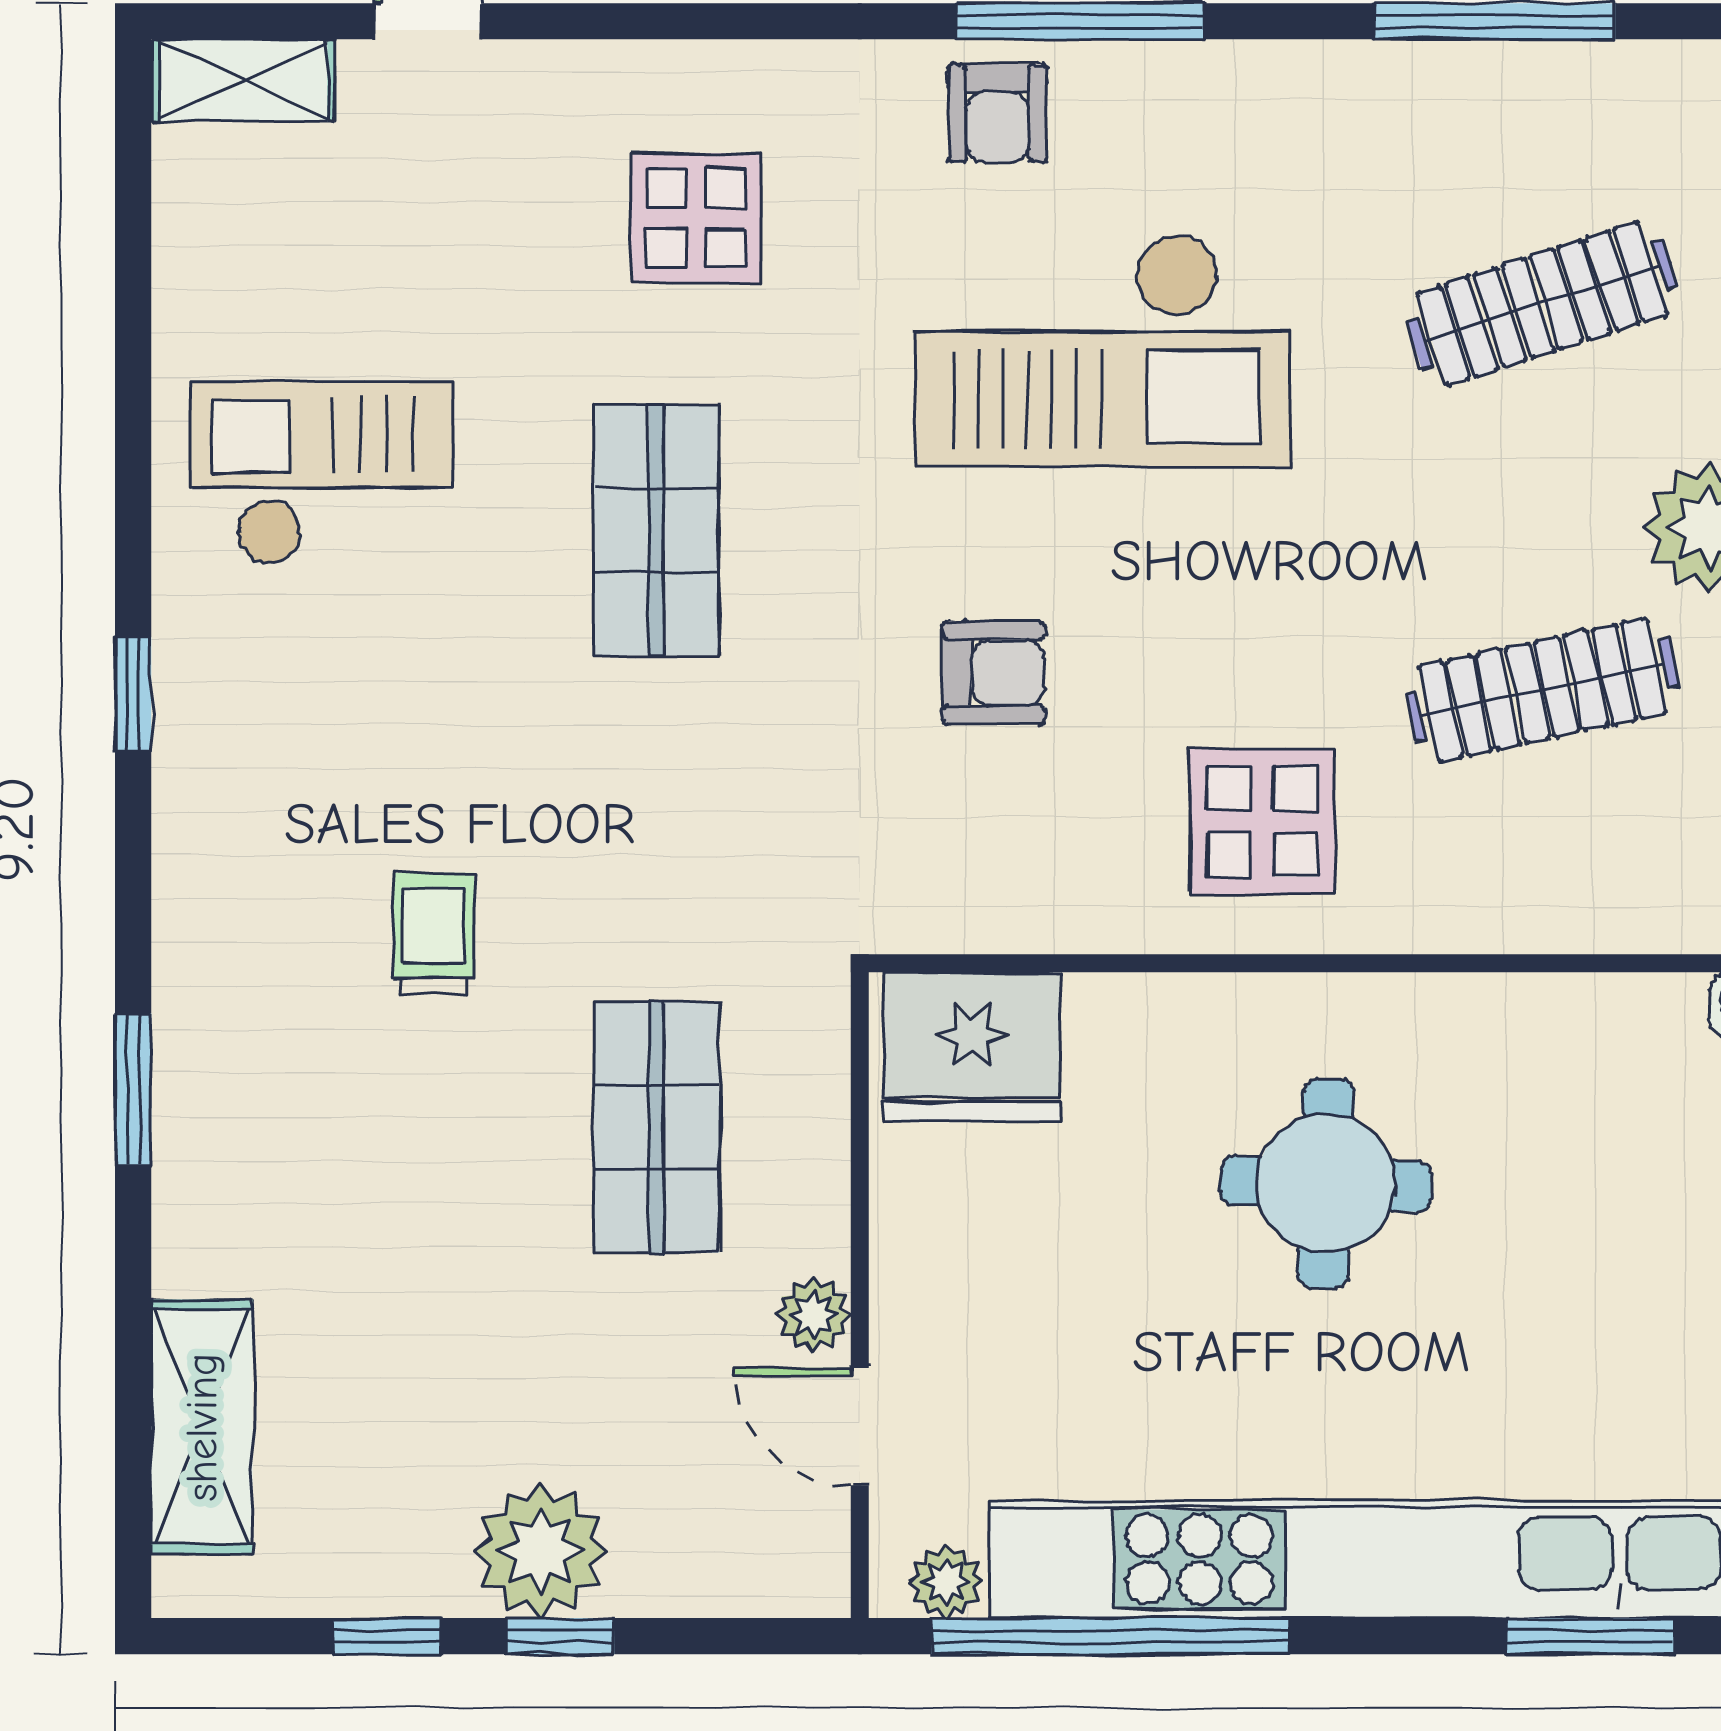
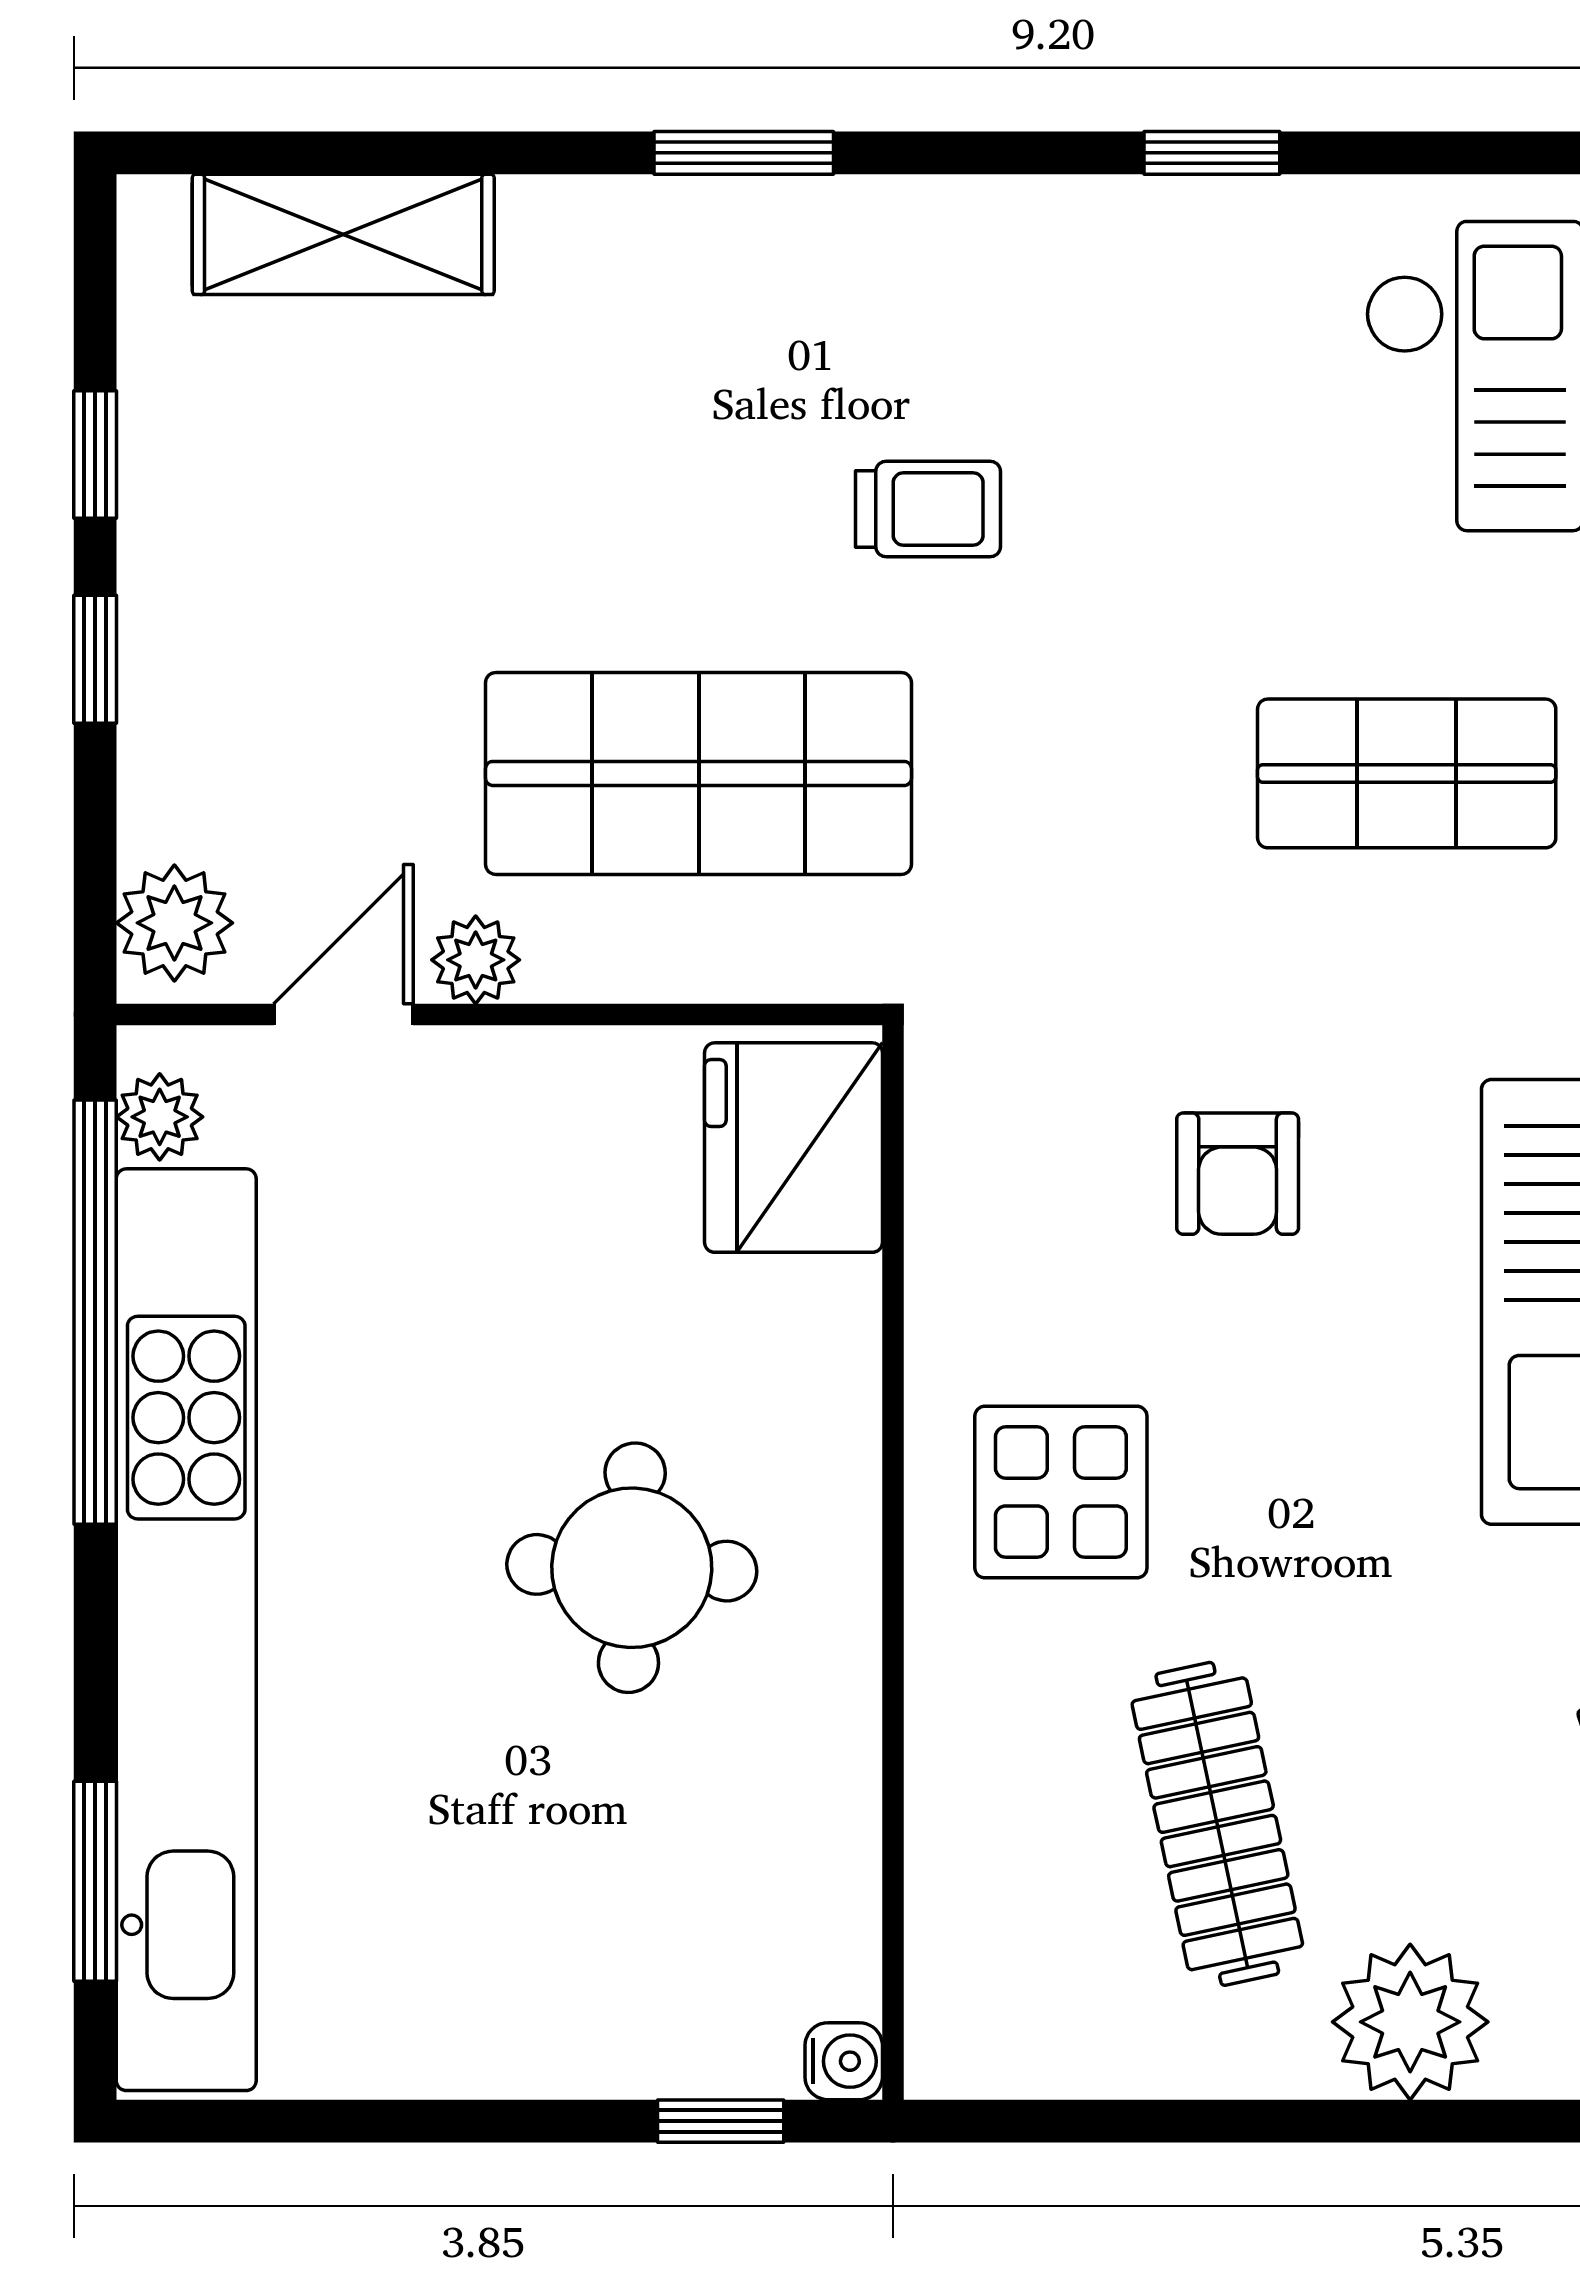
shop shelf: (656, 1127) -> (699, 773), width x1.43, depth x1.36
plant: (540, 1551) -> (174, 923), moved, width x0.73, depth x0.73

